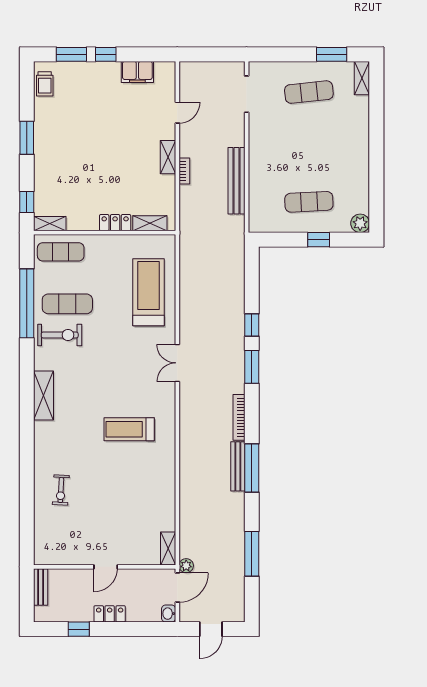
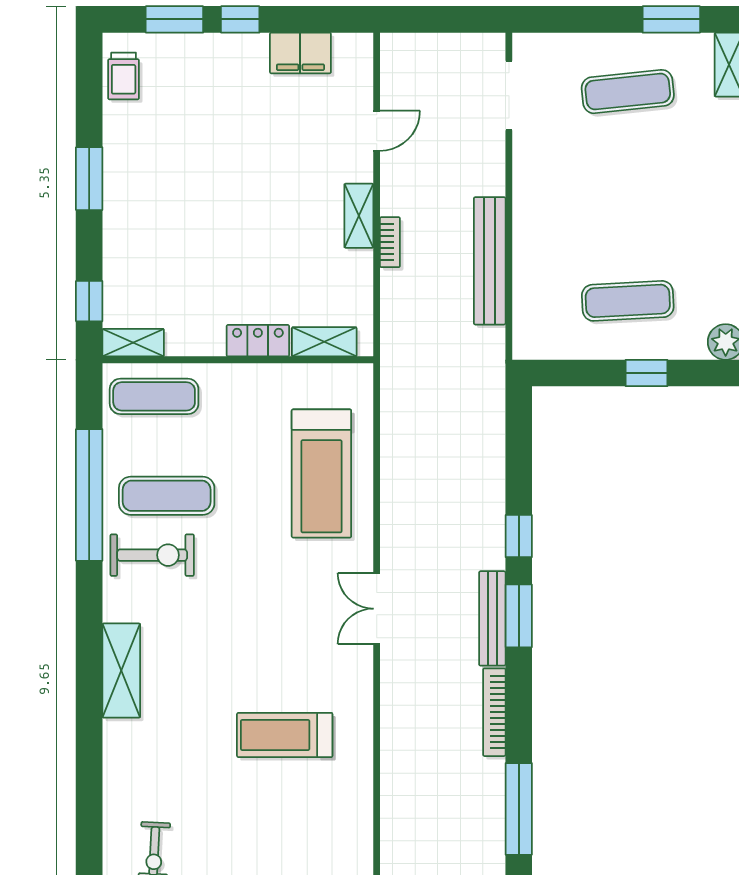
treadmill: (148, 292) -> (321, 473), turned 180
bench: (238, 466) -> (492, 618), moved

